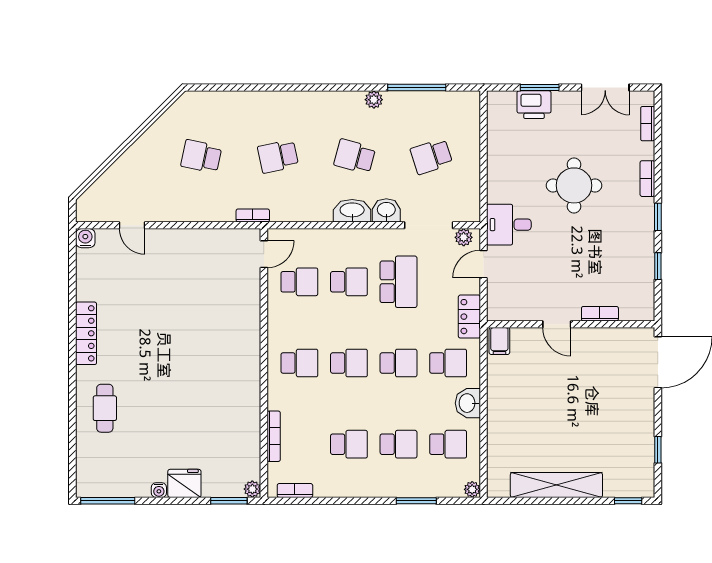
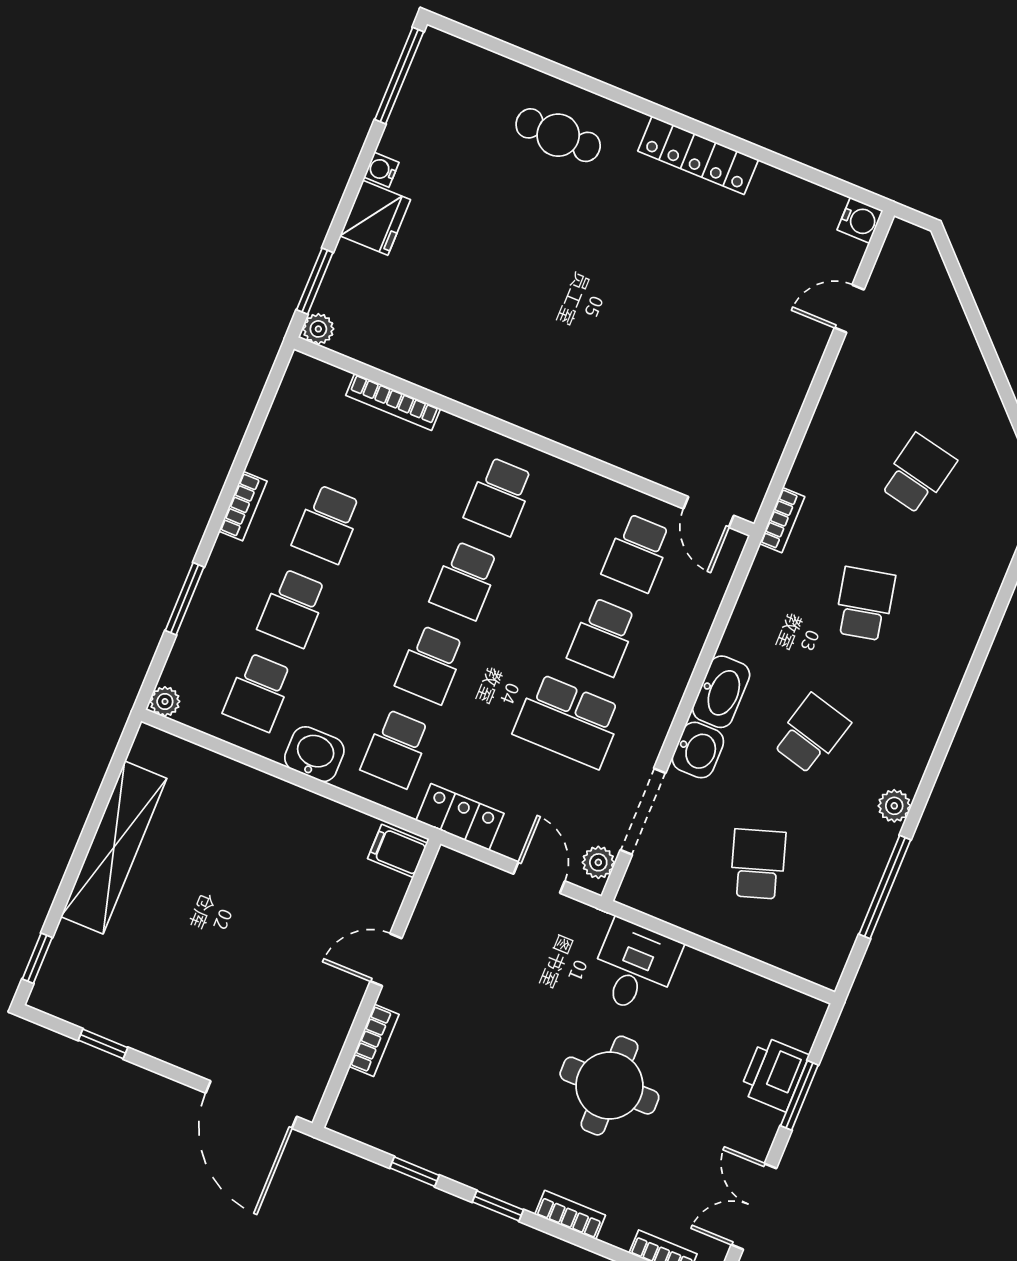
desk: (509, 225) -> (635, 967), moved
bookcase: (295, 490) -> (243, 506), moved

